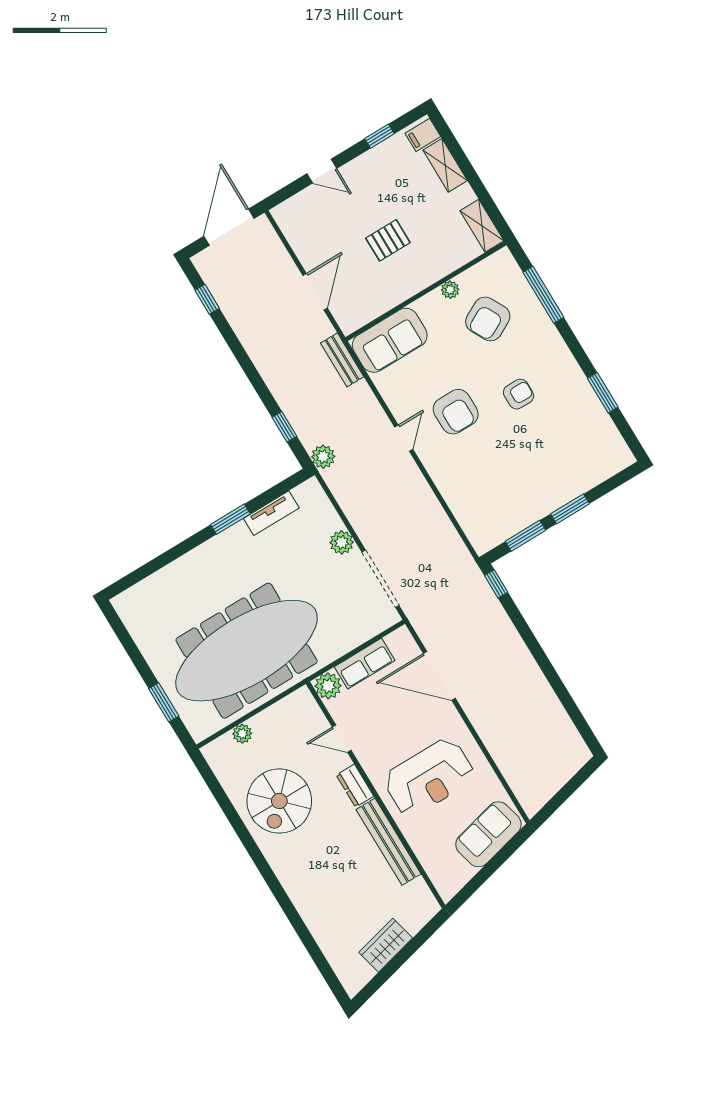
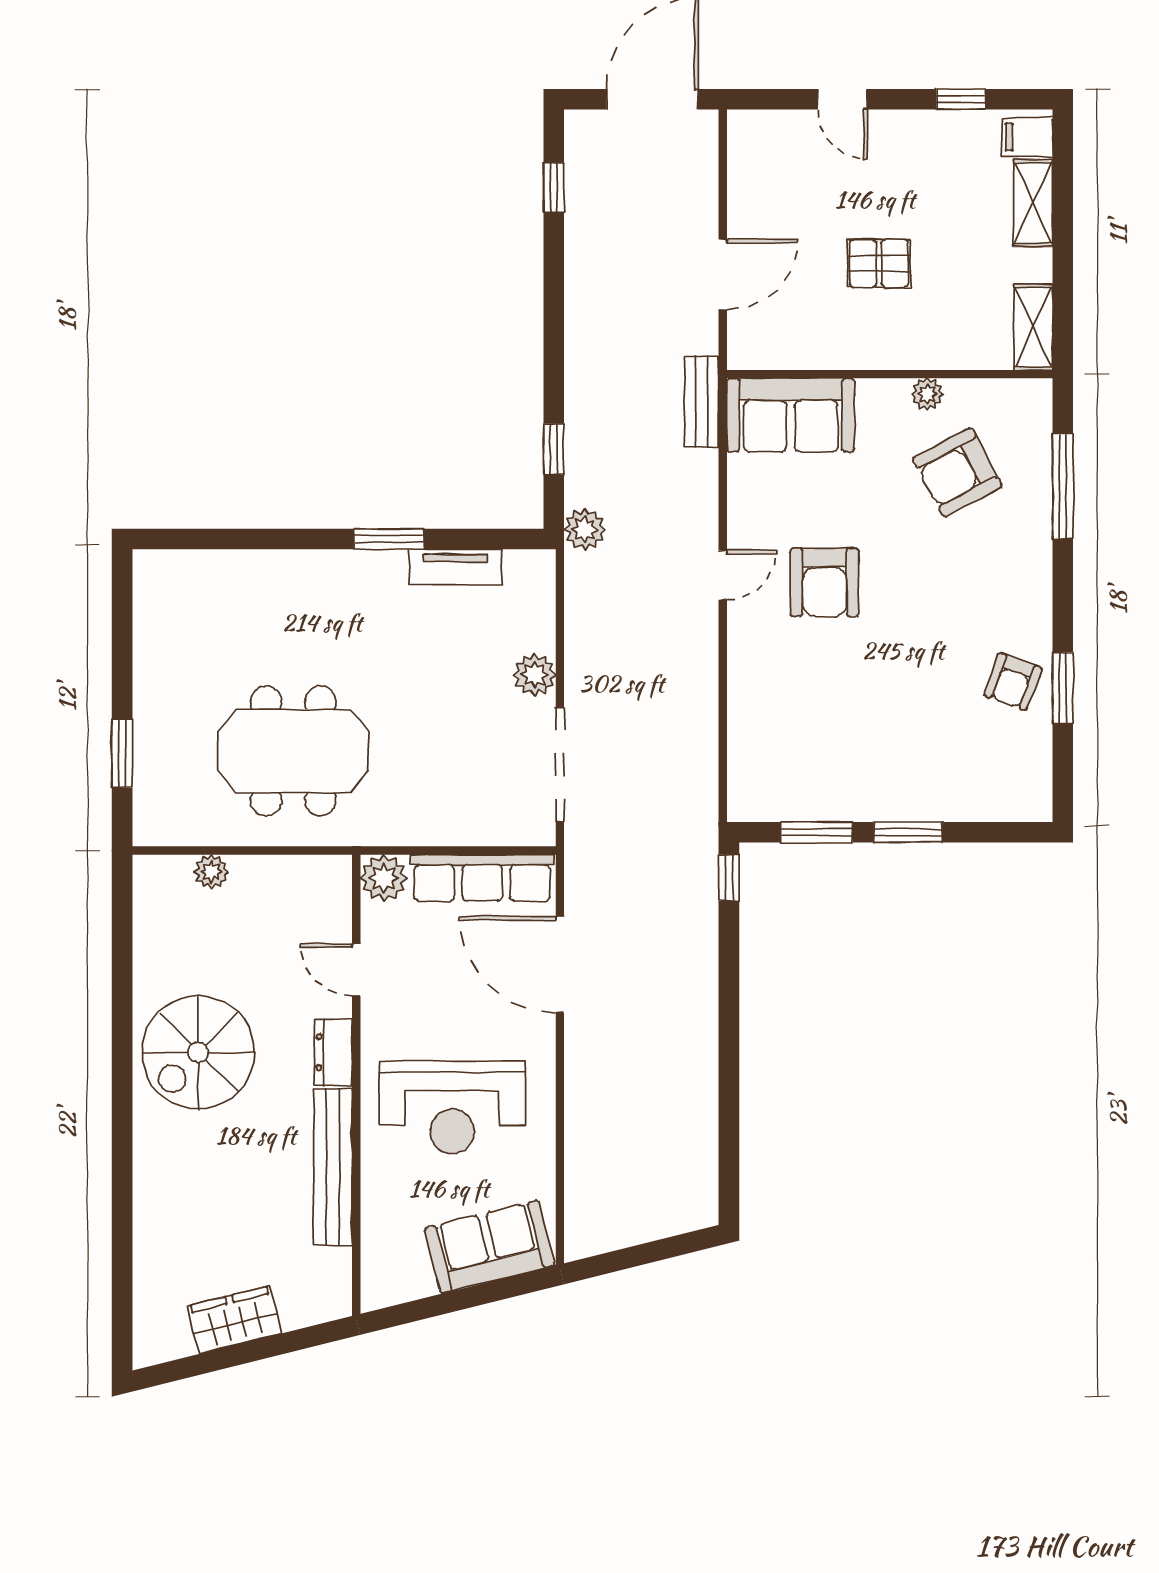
armchair: (519, 394) -> (1013, 682), moved, turned 110
meeting table: (247, 651) -> (293, 751), width x0.54, depth x0.79
row of seats: (365, 664) -> (482, 878), width x1.48
spiral stairs: (279, 801) -> (198, 1052), moved

